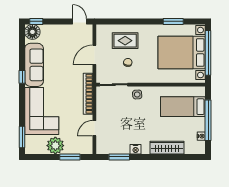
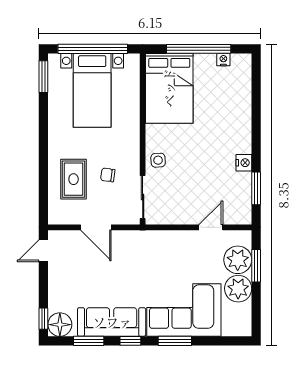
window: (173, 21) -> (43, 77), moved
window: (22, 50) -> (89, 341), added
bed with nightstands: (182, 53) -> (92, 90), width x0.73
bookcase: (88, 94) -> (157, 237), removed
bed: (183, 107) -> (169, 88), width x1.50
door: (94, 128) -> (211, 227), swing flipped
window: (22, 137) -> (175, 341), moved
plant: (74, 145) -> (238, 260), added
wardrobe: (167, 148) -> (241, 113), removed

